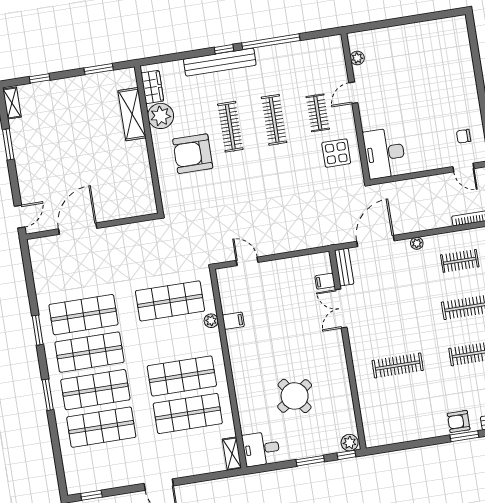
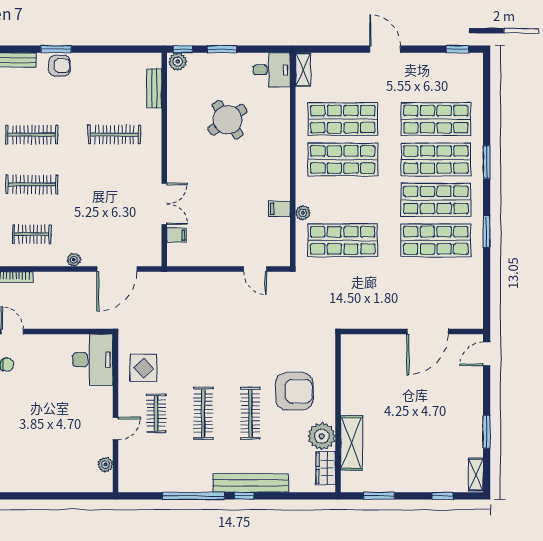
bench: (344, 267) -> (154, 88), moved

